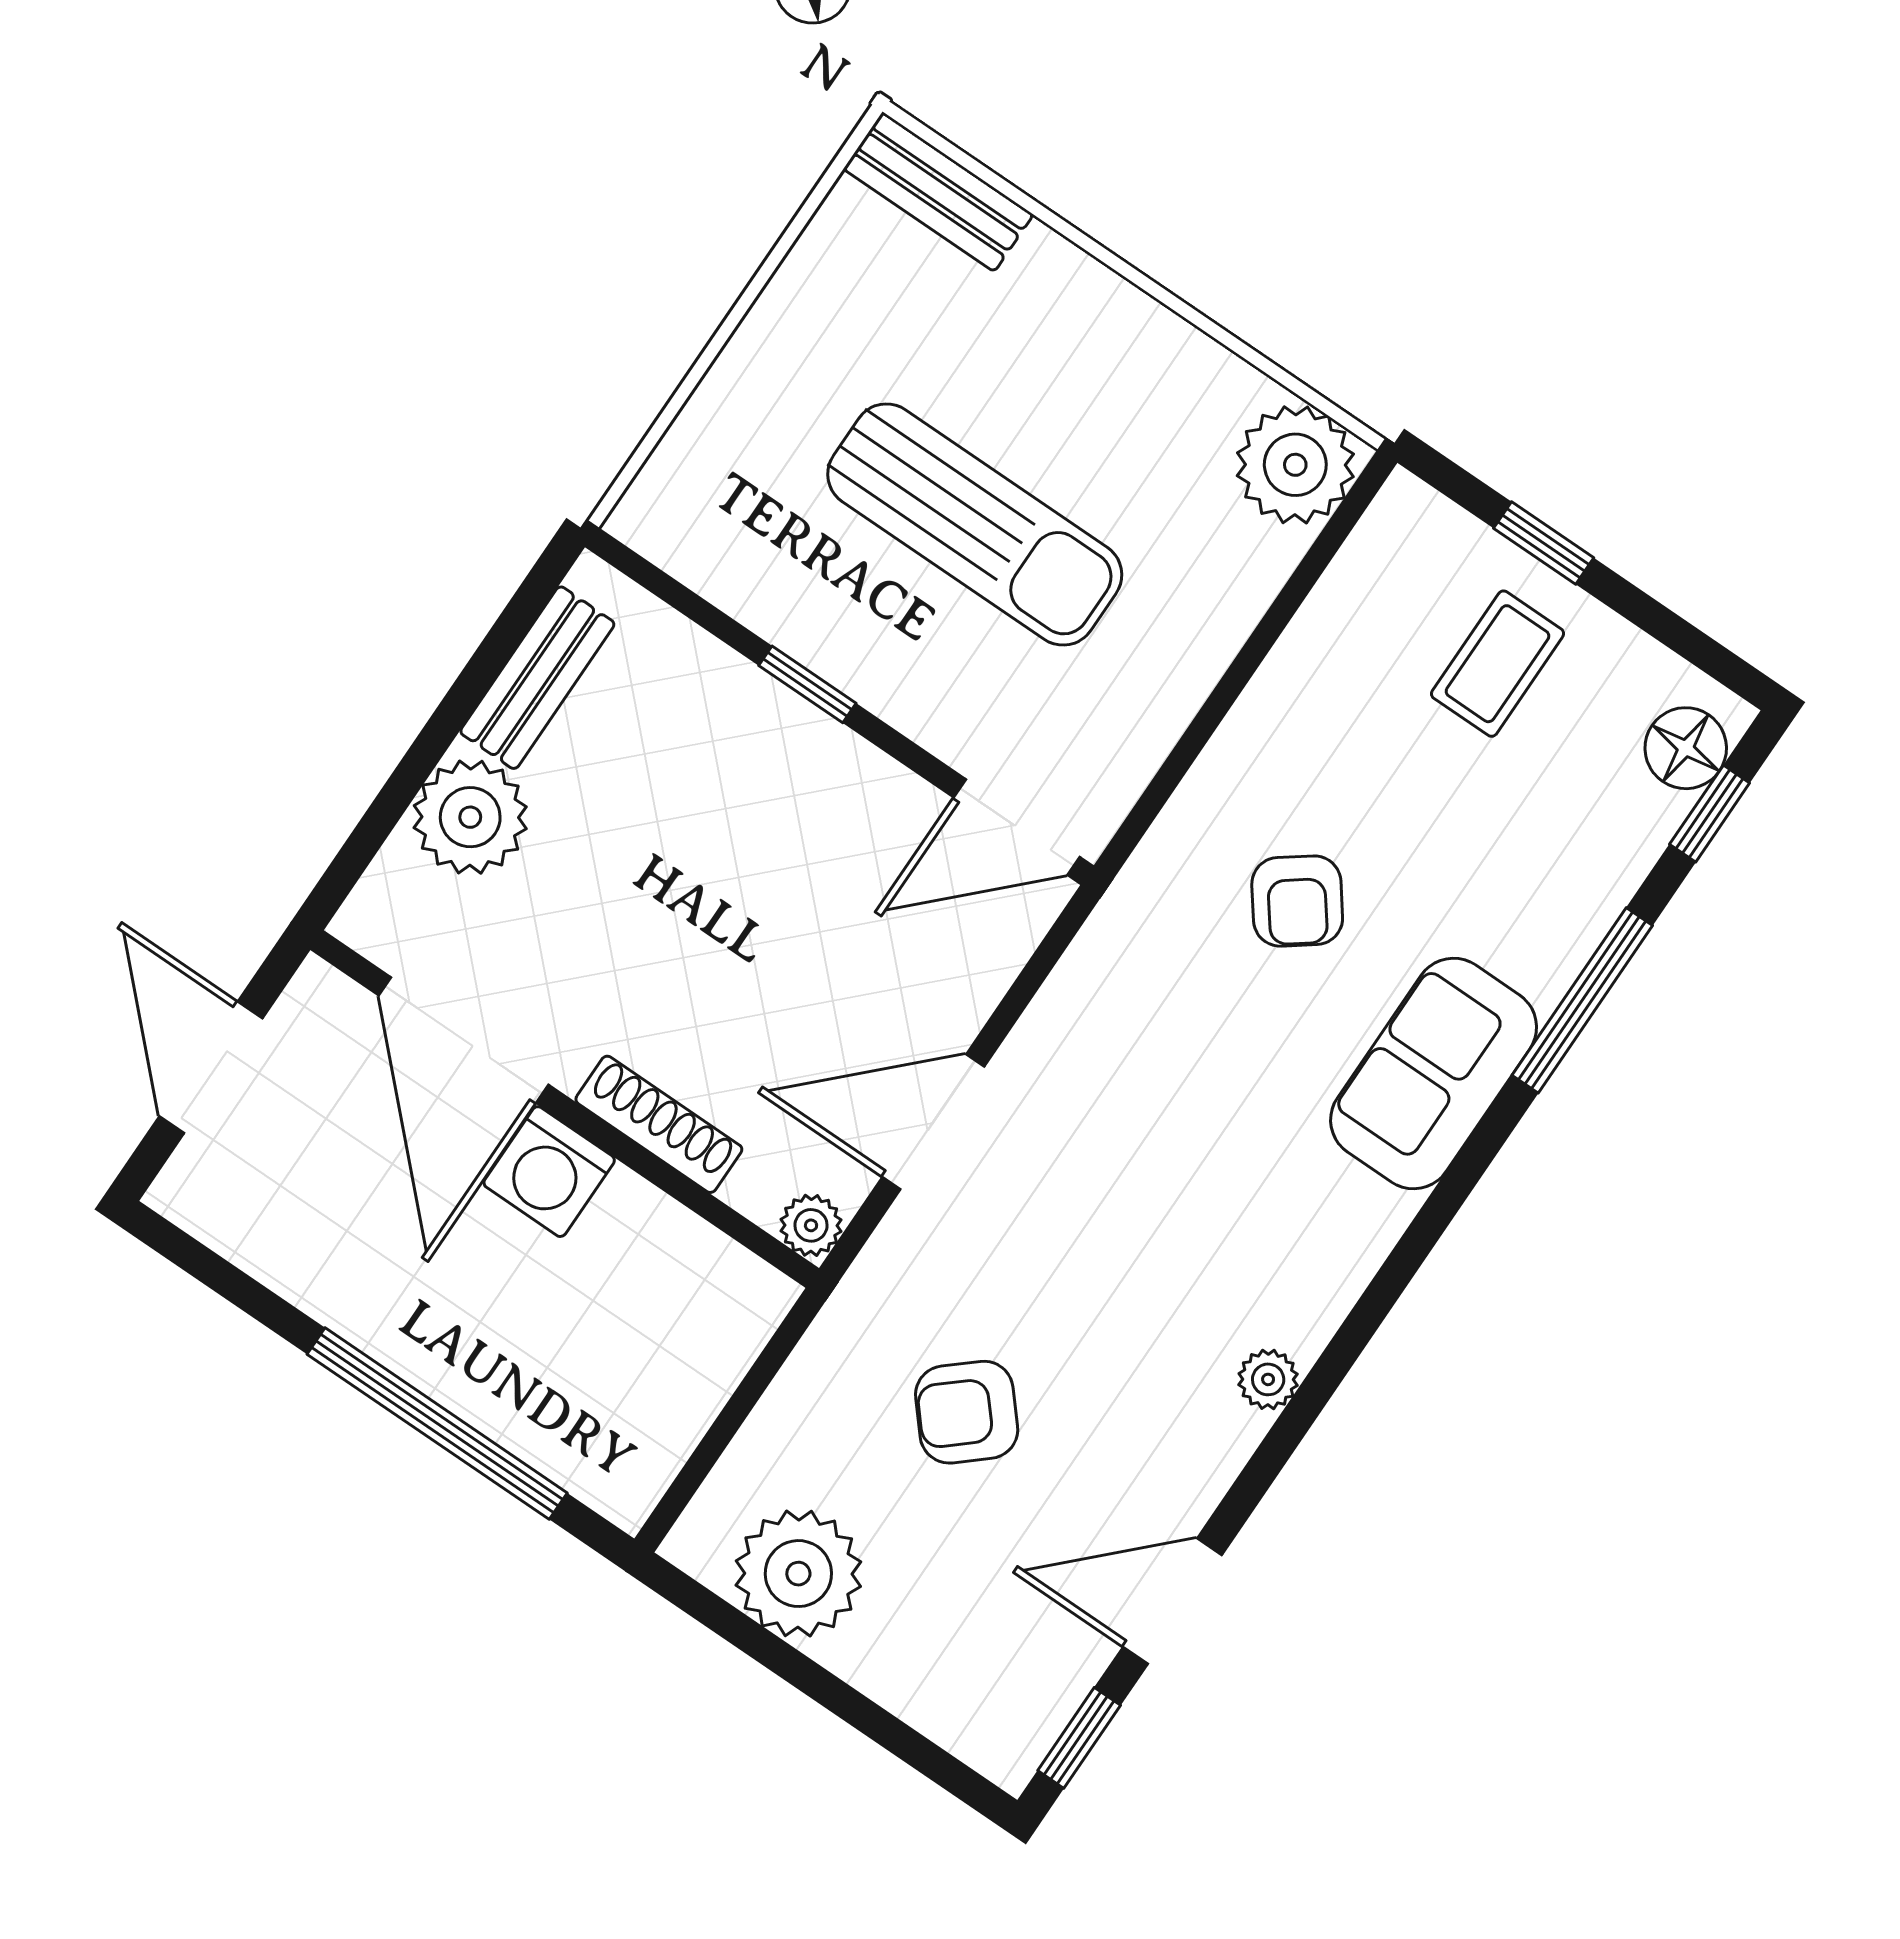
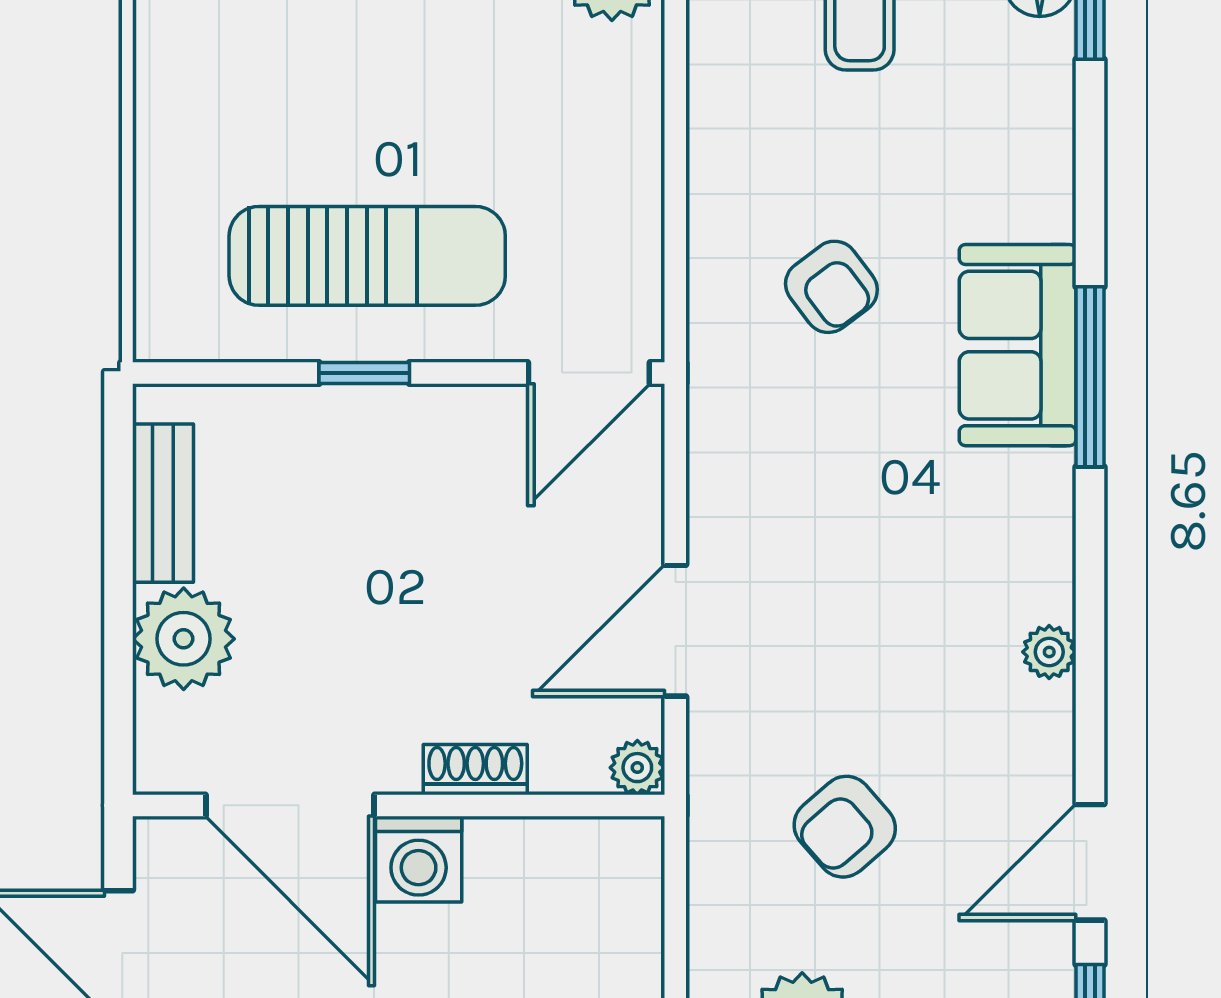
sun lounger: (975, 524) -> (367, 256), moved
window: (1582, 1000) -> (1090, 377), moved
shoe rack: (659, 1124) -> (475, 770), width x0.70

